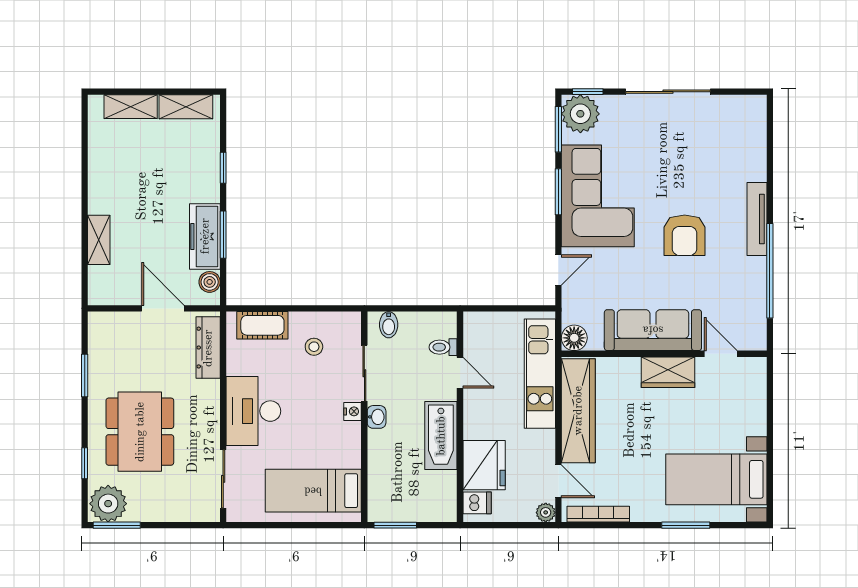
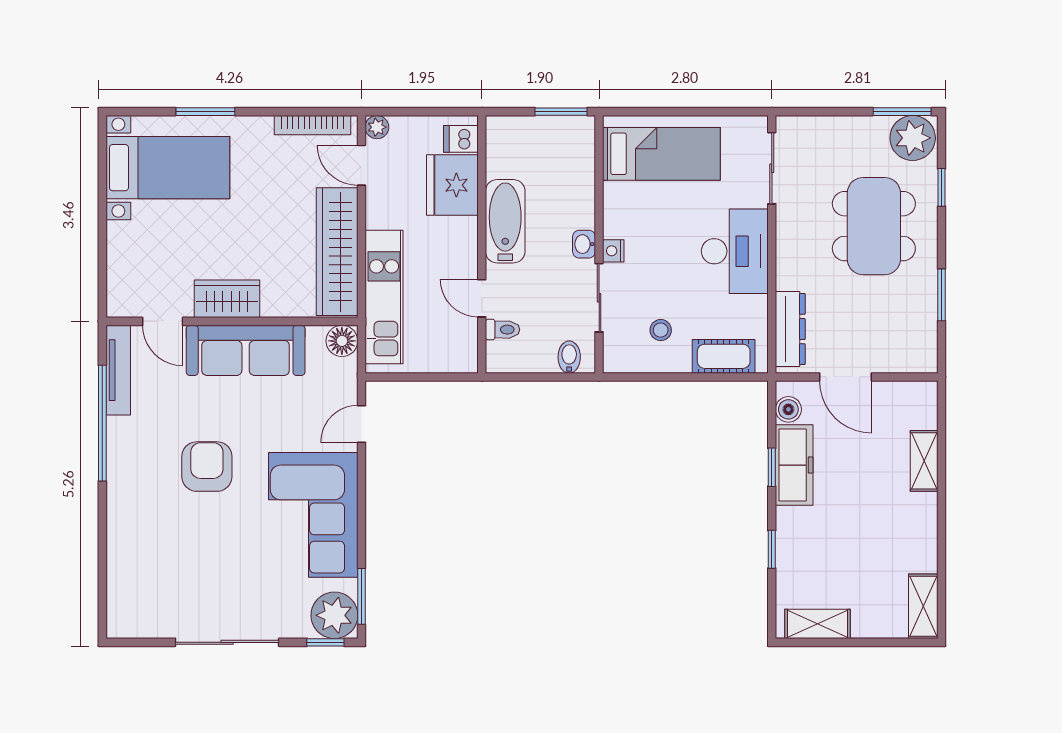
shelving: (131, 107) -> (923, 606), moved, turned 90
window: (558, 192) -> (361, 520), removed
tv unit: (757, 219) -> (118, 370), moved
window: (223, 235) -> (772, 467), width x0.67

